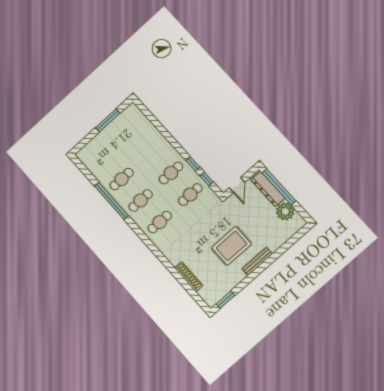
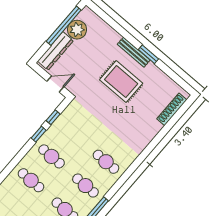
window: (279, 187) -> (64, 26), moved
cafe table: (190, 195) -> (31, 180), moved
shoe rack: (189, 277) -> (172, 109), moved
window: (225, 300) -> (148, 54), moved

